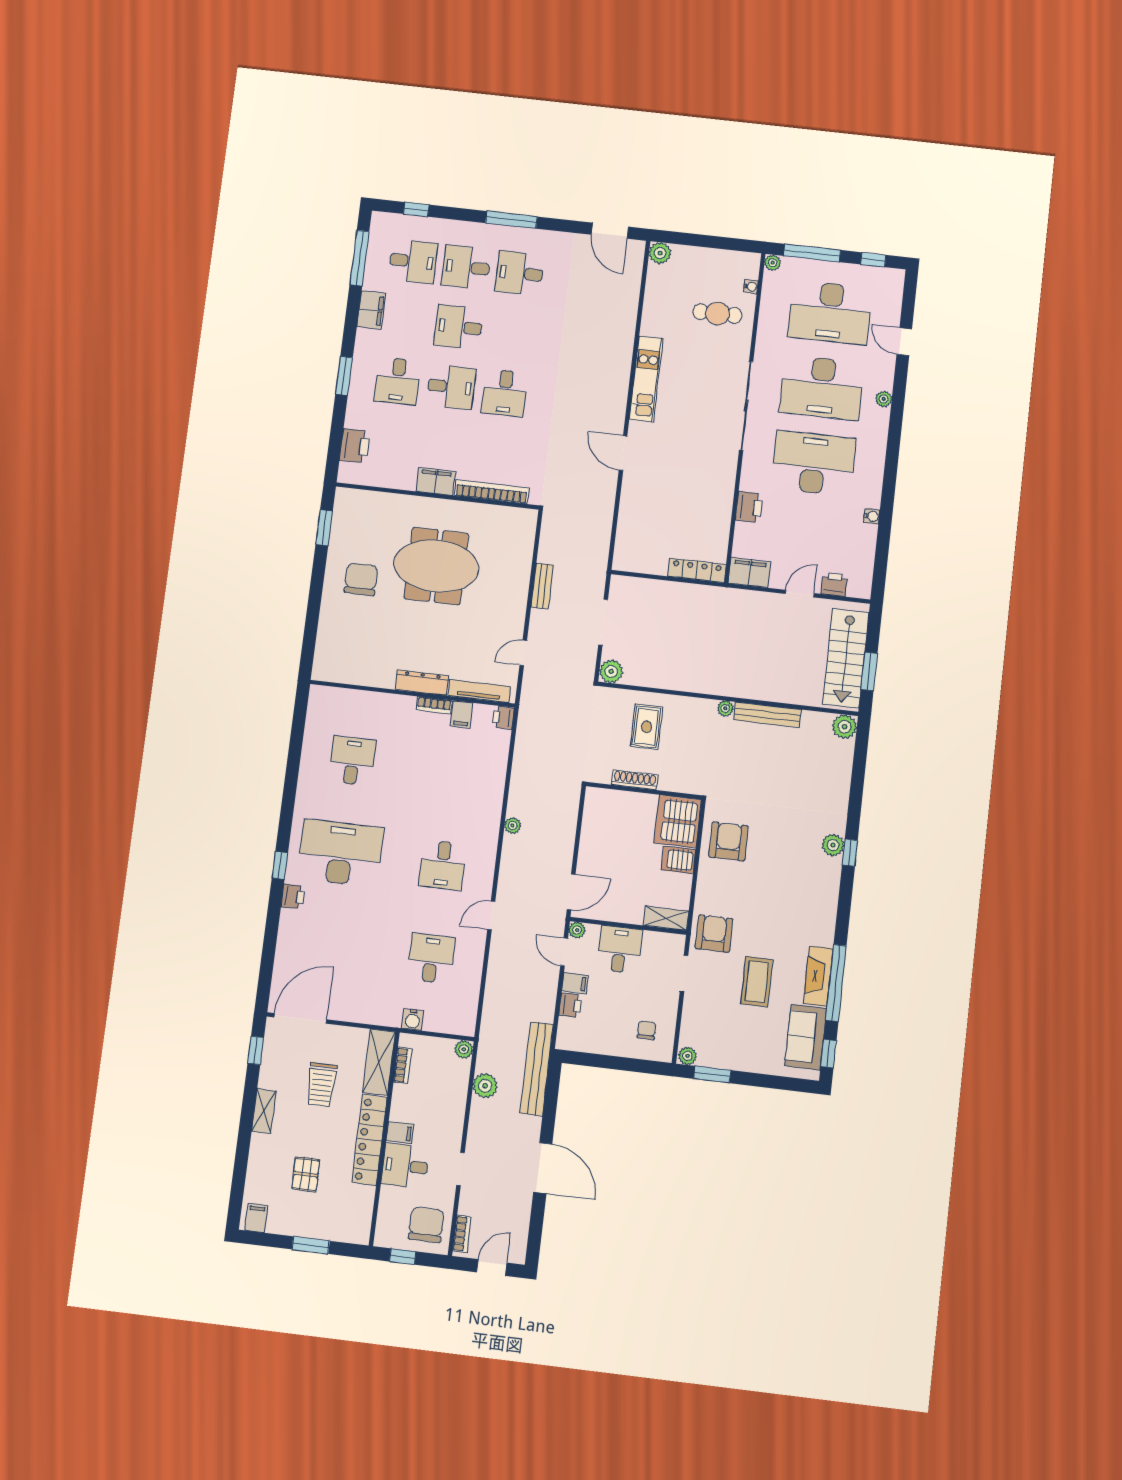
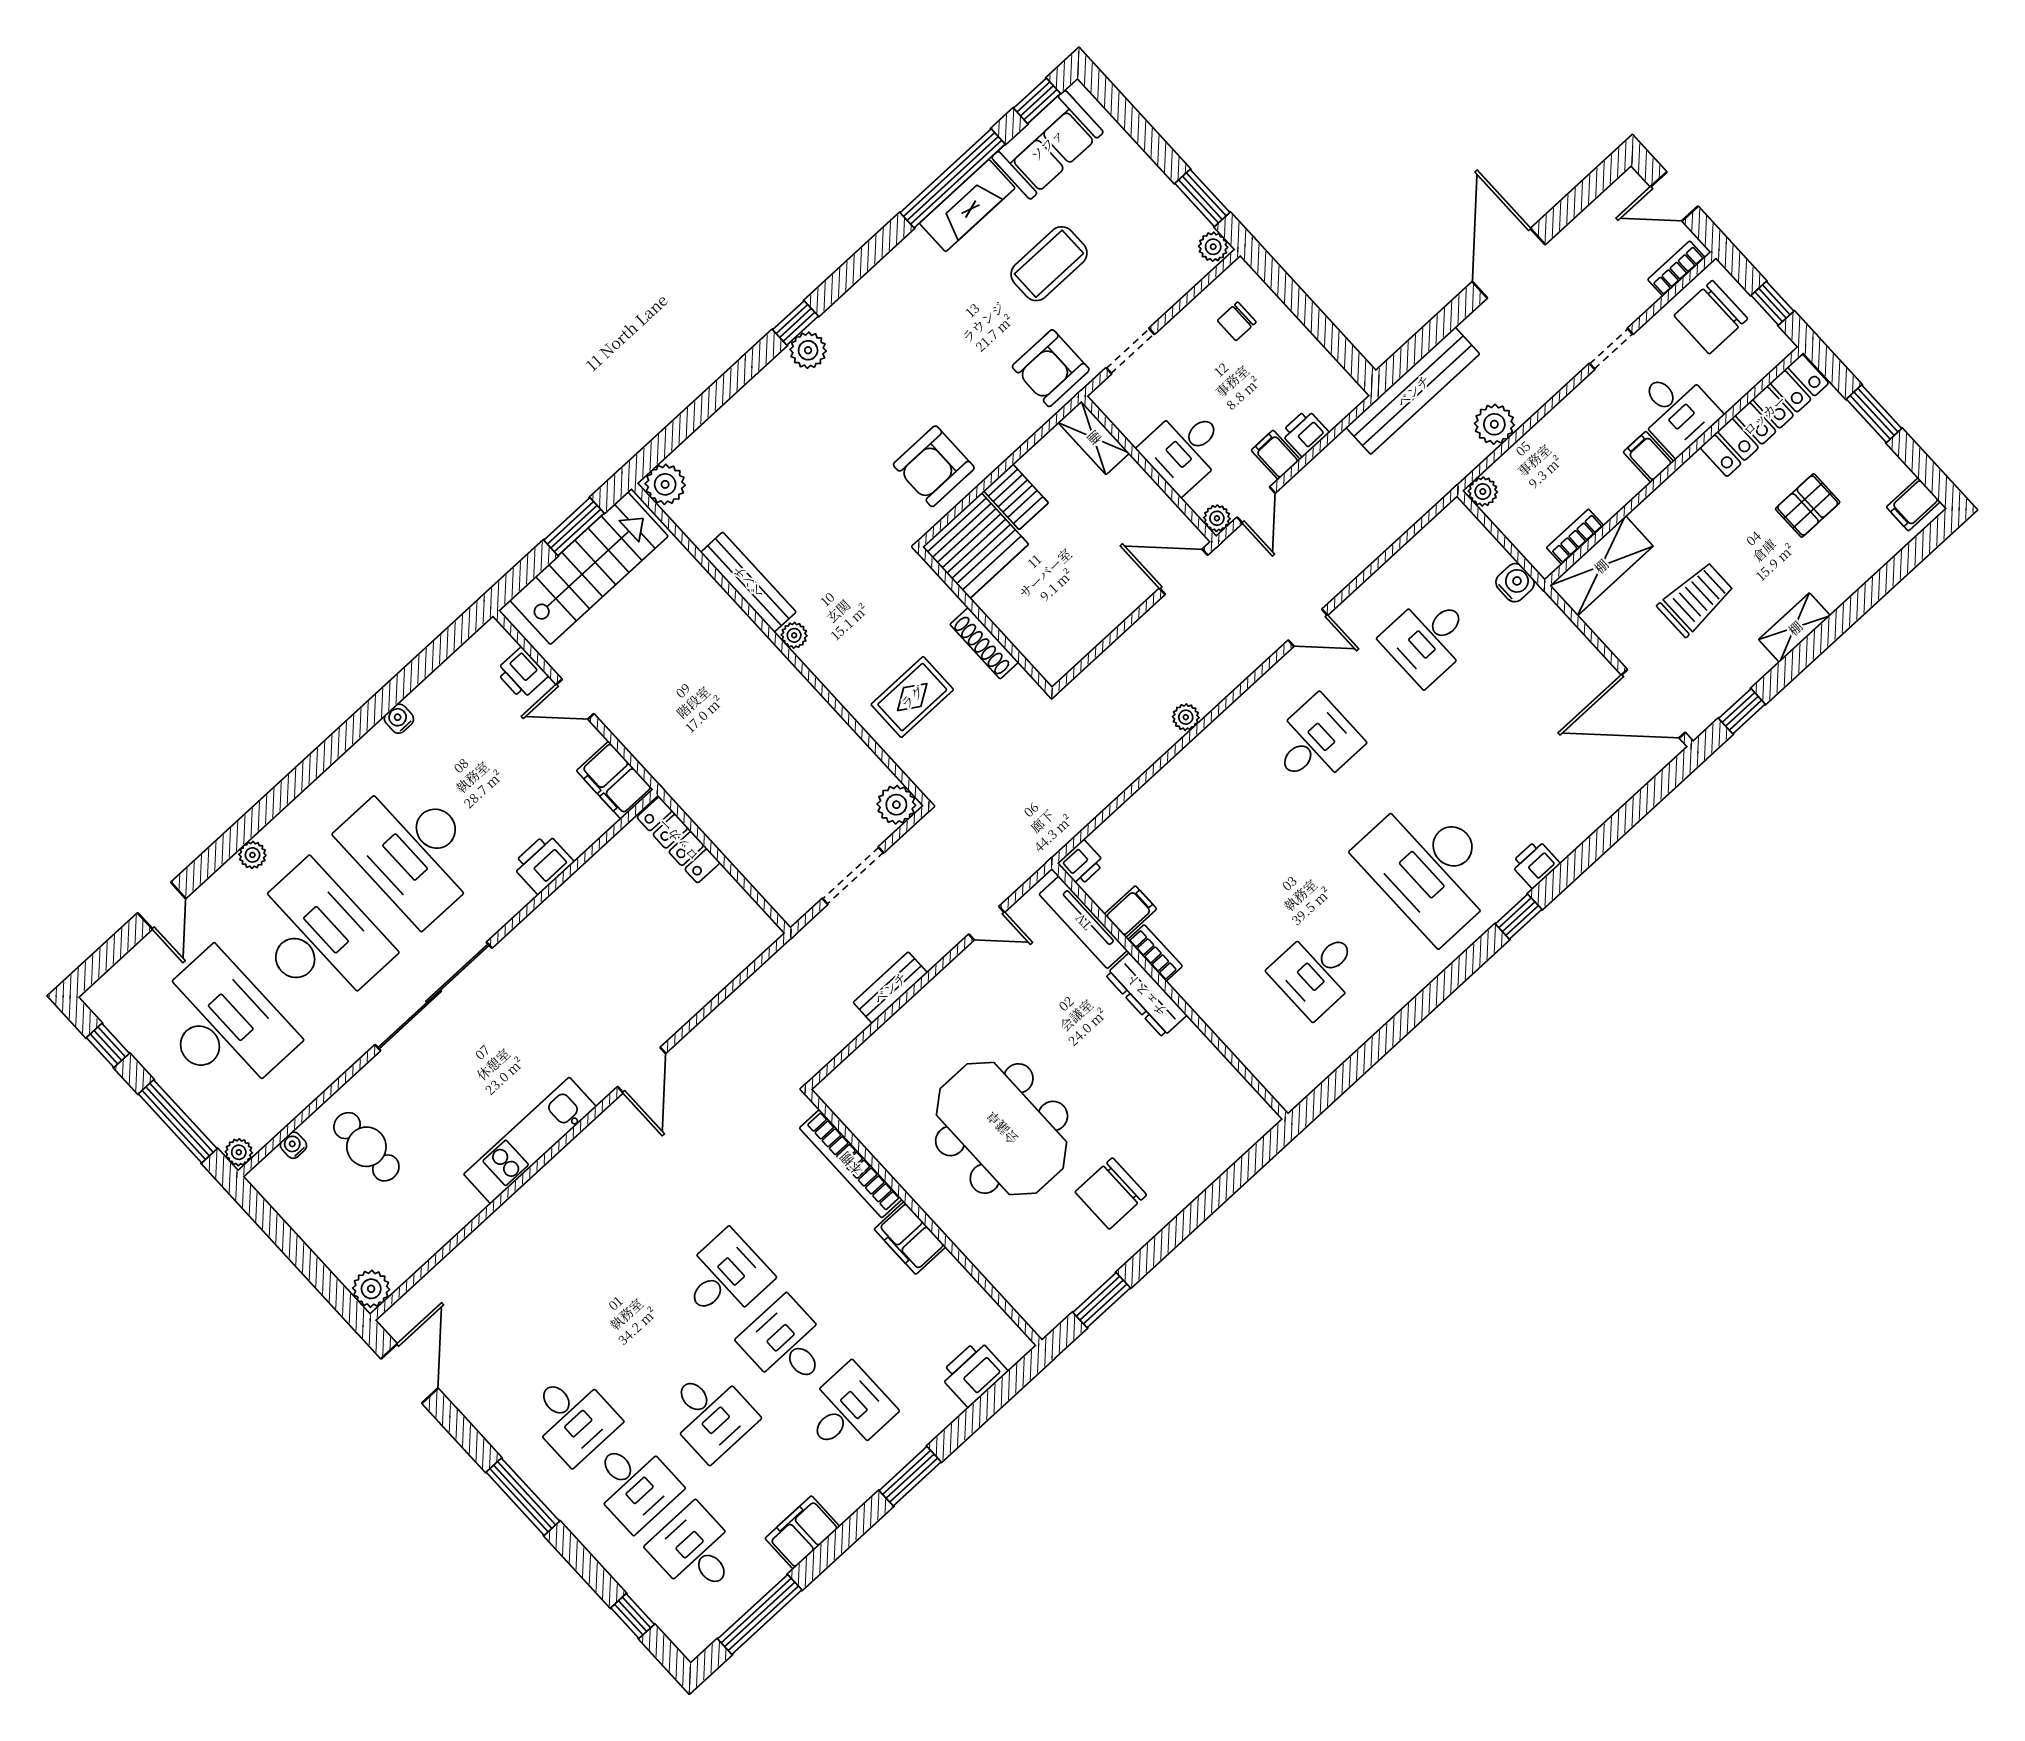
locker: (369, 1140) -> (1764, 415), moved

